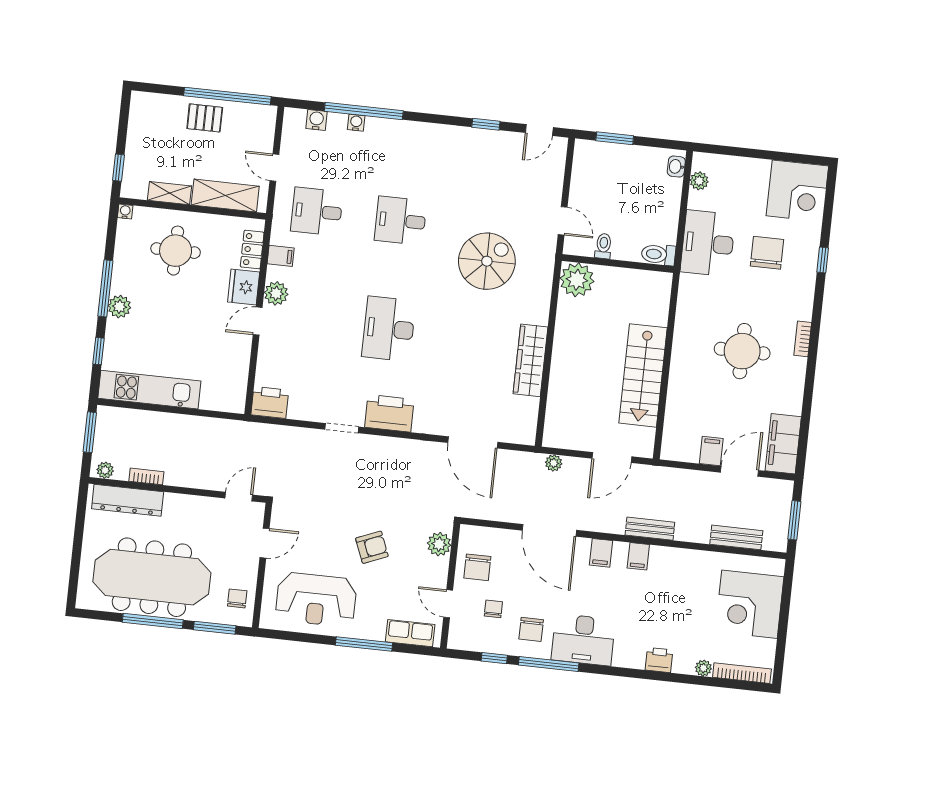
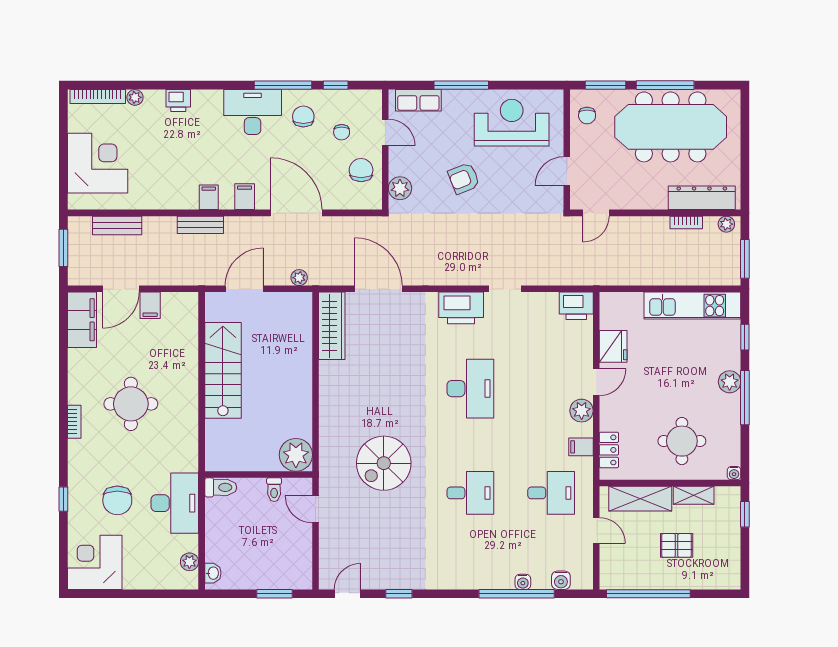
pallet: (205, 118) -> (677, 545), moved
fridge: (244, 287) -> (613, 346), moved
wardrobe: (531, 360) -> (332, 326), moved

